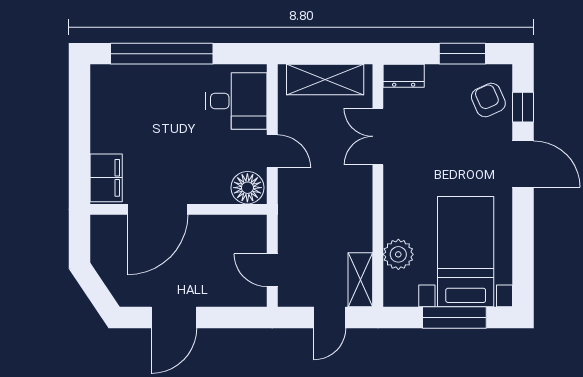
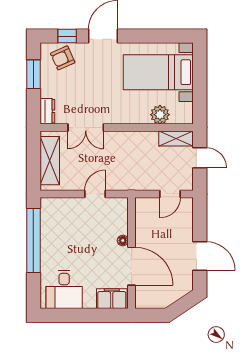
window: (162, 54) -> (33, 240), moved
desk: (236, 101) -> (64, 289), moved, turned 180
floor lamp: (247, 188) -> (123, 241), moved, width x0.53, depth x0.53
window: (454, 318) -> (200, 79), removed

